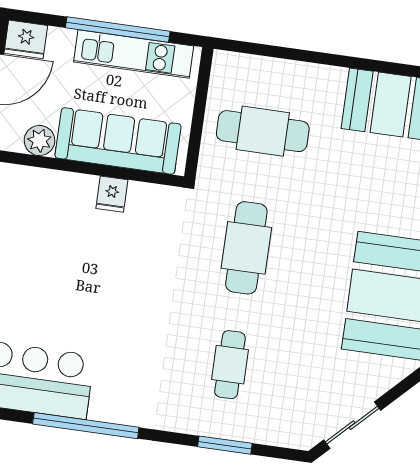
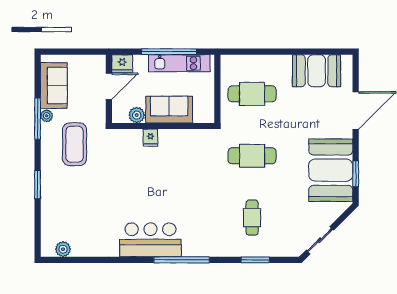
sofa: (118, 141) -> (169, 110), width x0.73
fridge: (112, 194) -> (150, 138), moved
cafe table: (246, 248) -> (252, 156), turned 90

